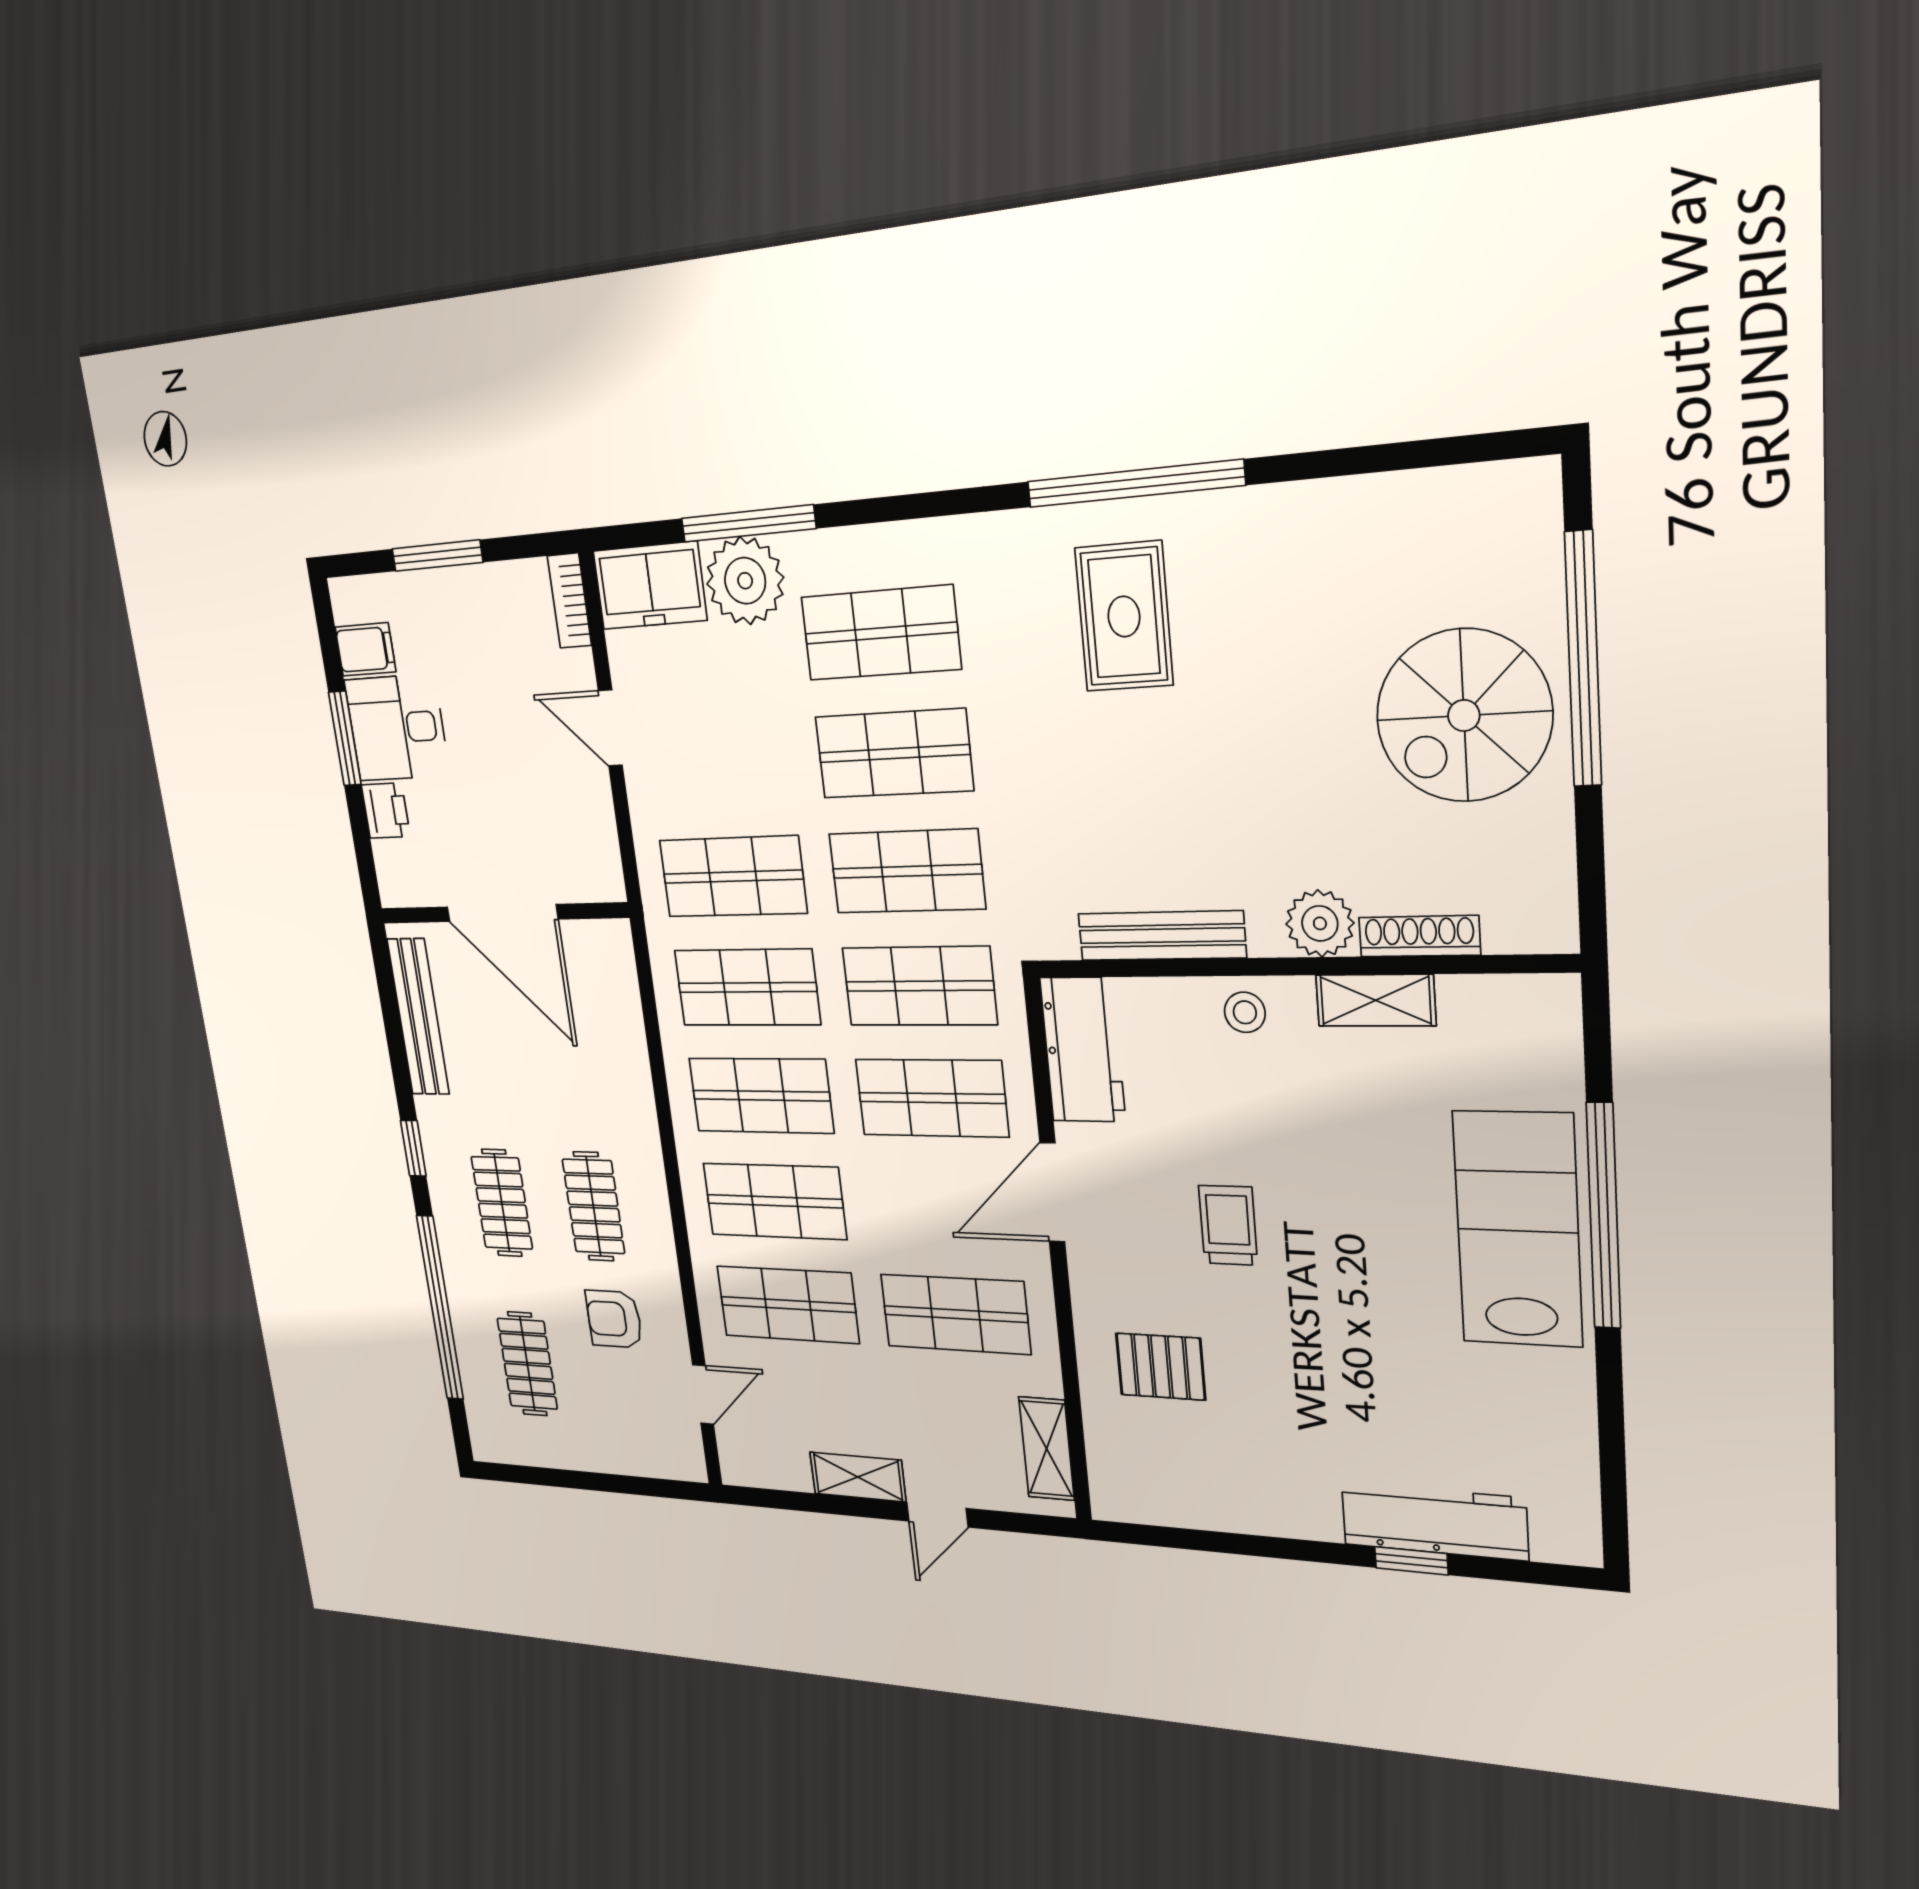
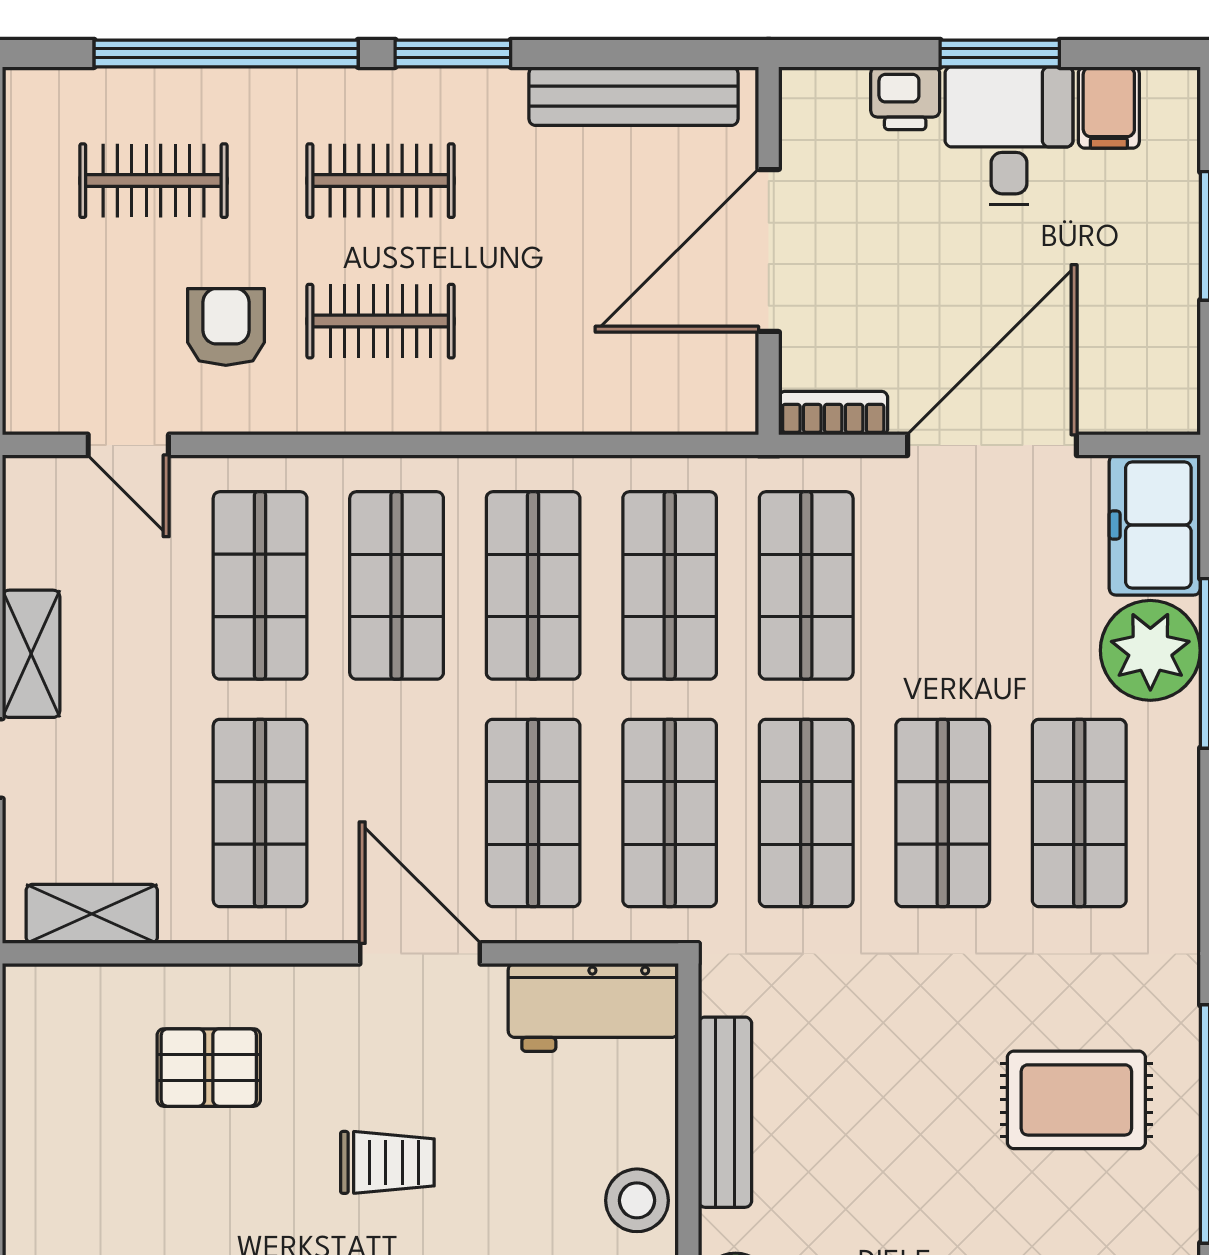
bookcase: (569, 601) -> (833, 413), moved
door: (610, 728) -> (992, 445), width x1.87
stool: (1245, 1012) -> (637, 1200), width x1.37, depth x1.37
window: (413, 1148) -> (453, 53), width x1.50
pallet: (1161, 1367) -> (209, 1068), turned 90

